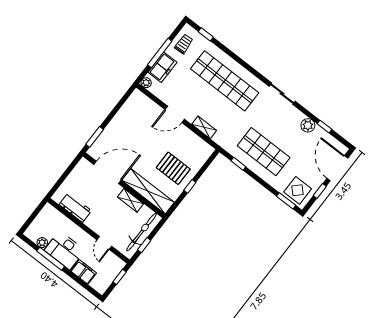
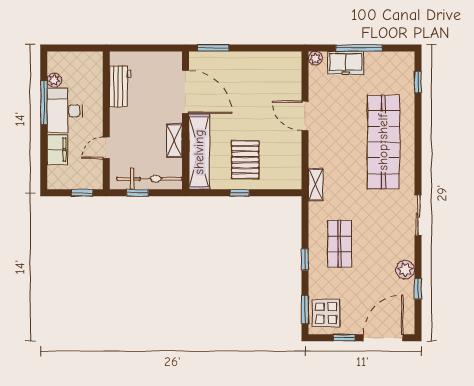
trolley: (184, 44) -> (389, 67), removed
shelving: (204, 127) -> (316, 185), moved
shop shelf: (264, 152) -> (339, 244), width x0.70, depth x0.74
window: (238, 164) -> (305, 259), moved

